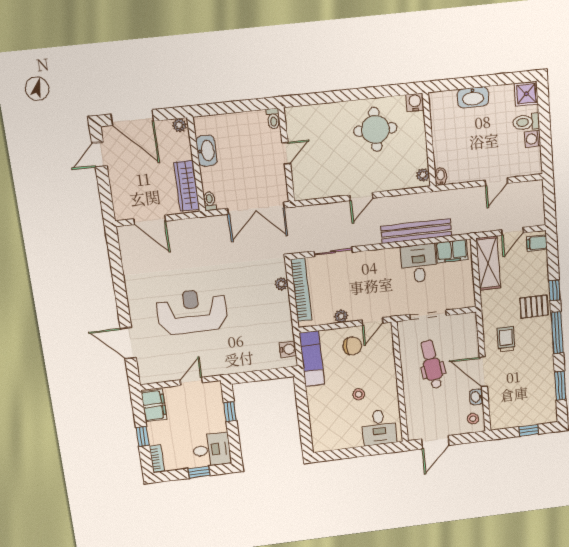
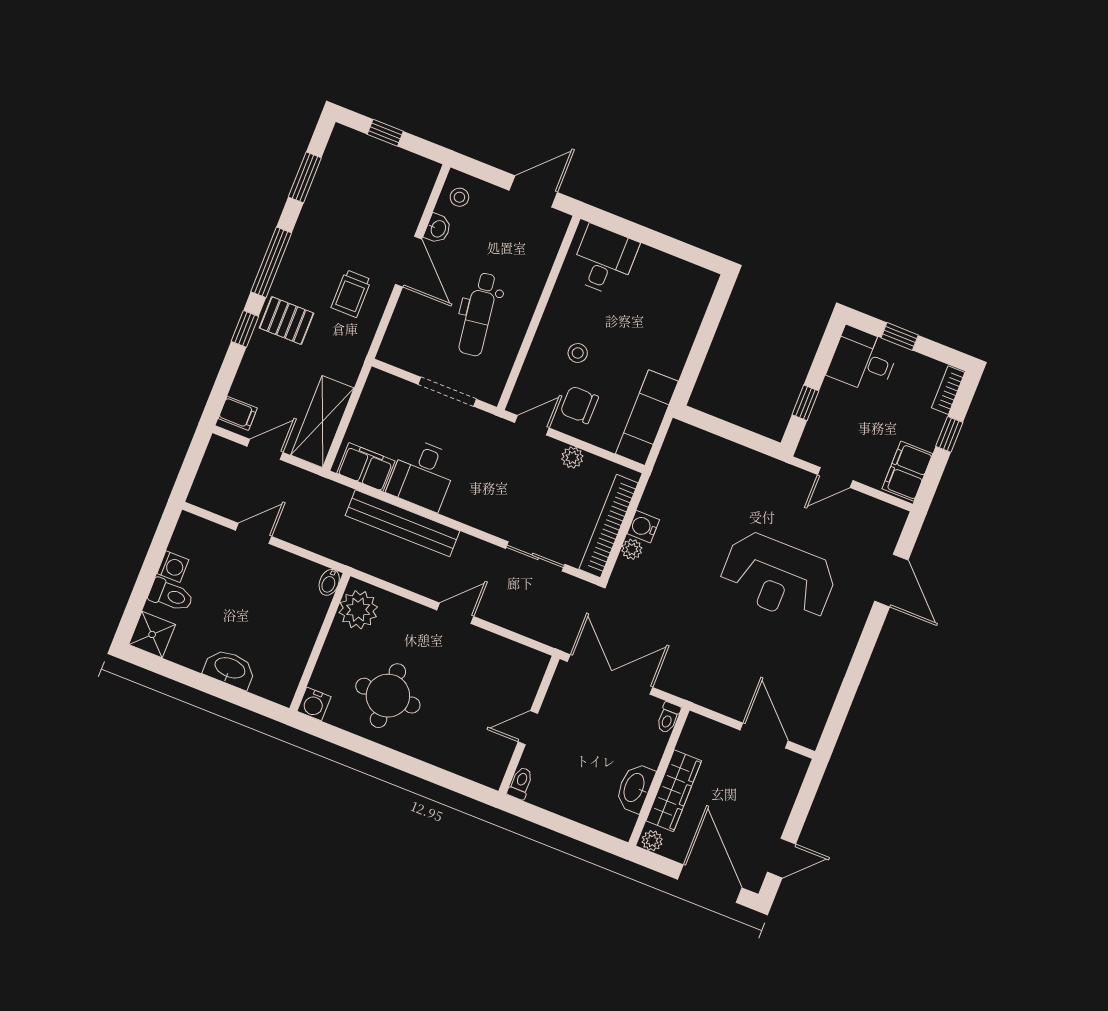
plant: (423, 175) -> (358, 610), width x1.88, depth x1.88
wardrobe: (187, 186) -> (674, 791), moved
water cooler: (288, 349) -> (643, 527), moved
stool: (359, 394) -> (578, 353), moved

